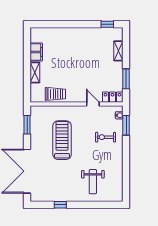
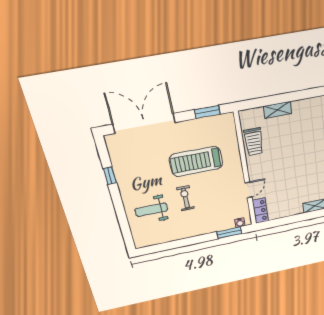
filing cabinet: (36, 52) -> (304, 107), removed
window: (126, 79) -> (284, 221), removed
exercise bike: (106, 137) -> (185, 198), moved
treadmill: (62, 140) -> (196, 162), turned 180

